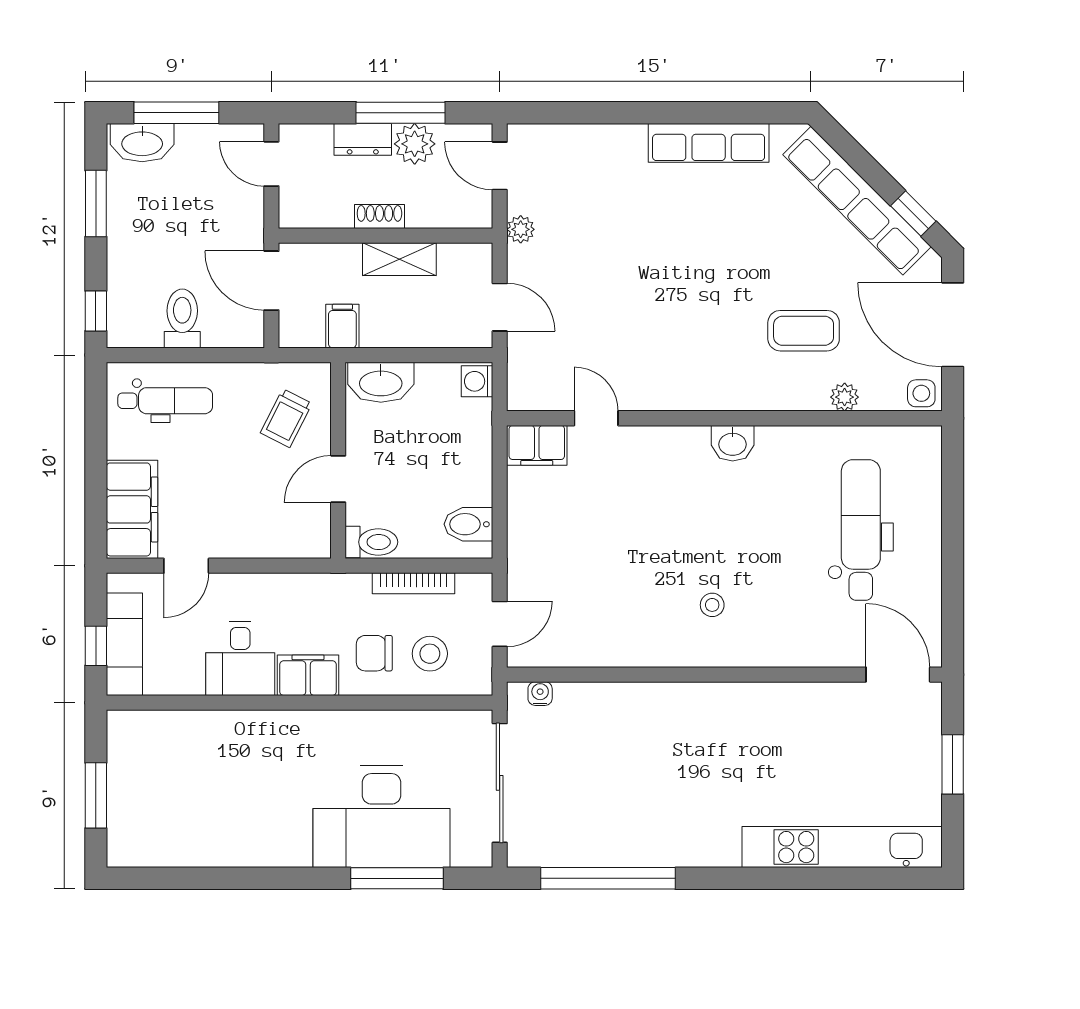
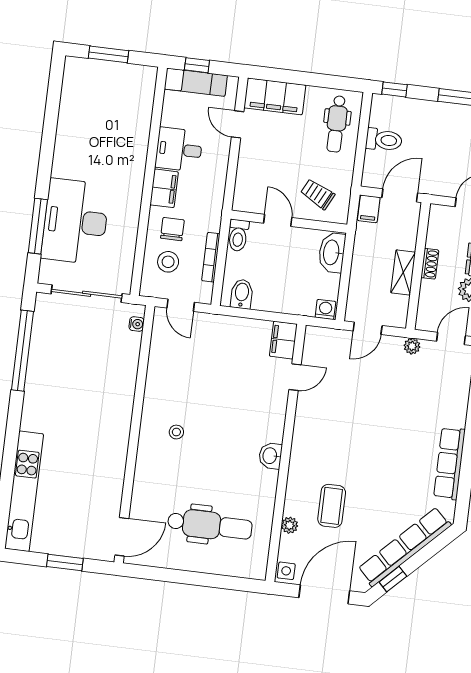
filing cabinet: (342, 326) -> (369, 209), moved, turned 90

